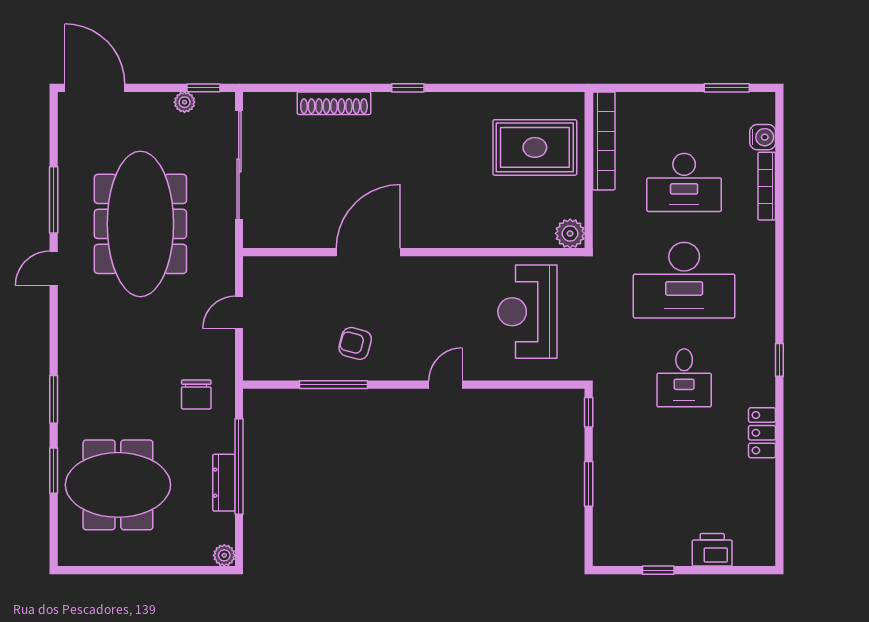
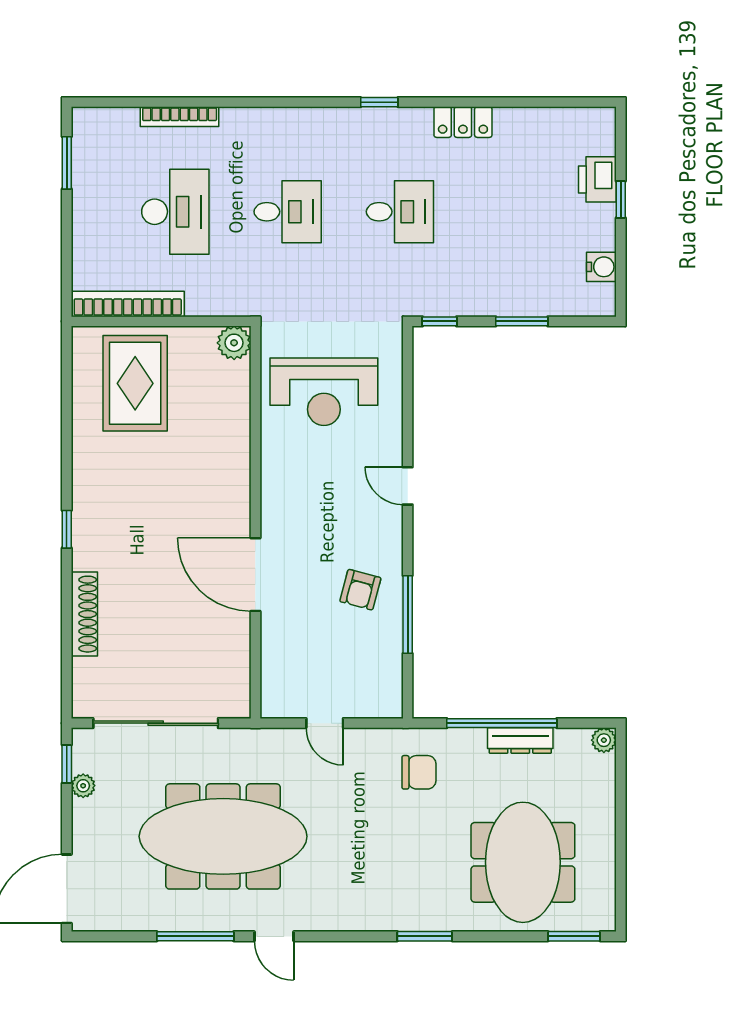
water cooler: (763, 137) -> (601, 267), moved, turned 90
desk: (684, 280) -> (288, 212), width x0.53, depth x0.77
window: (54, 471) -> (574, 936), moved
window: (658, 570) -> (621, 200), moved

